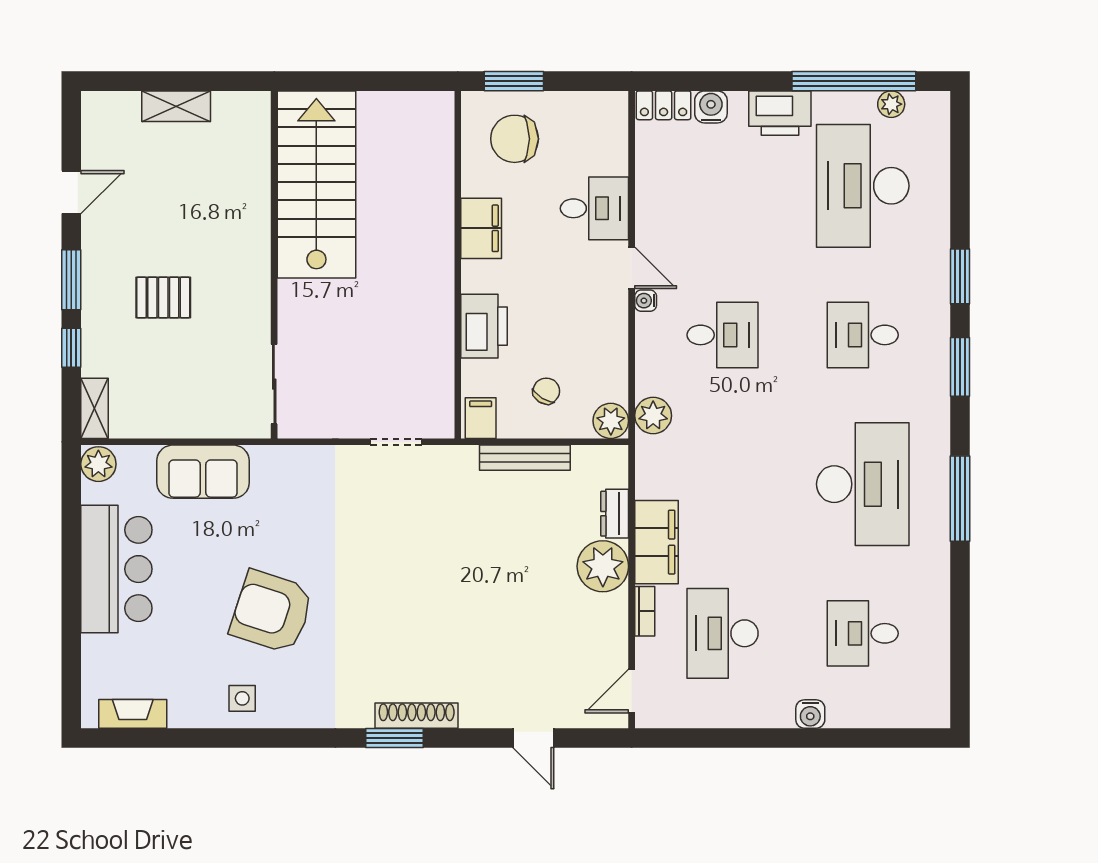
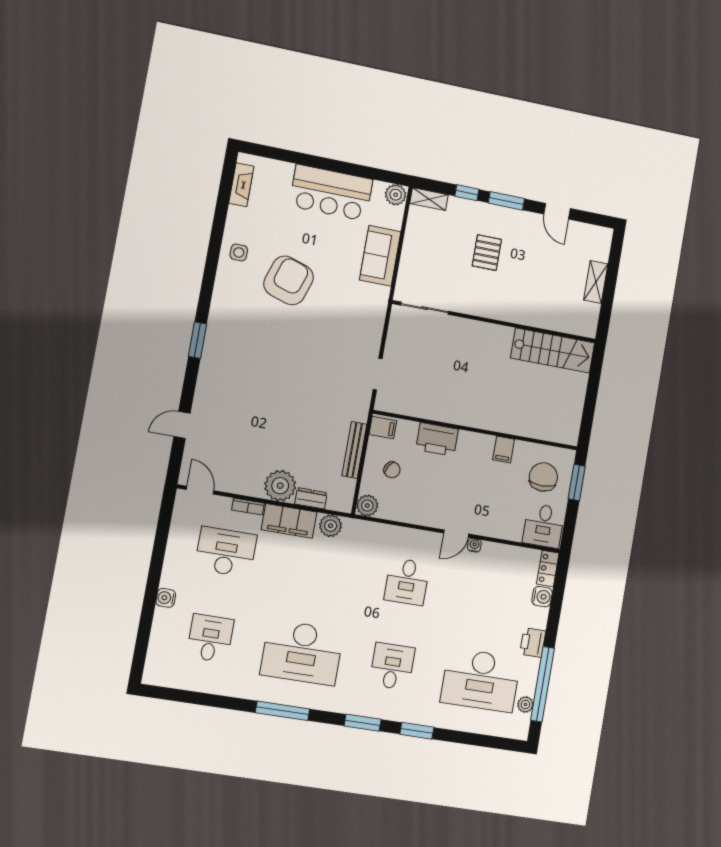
printer: (780, 113) -> (533, 643), width x0.73, depth x0.84
stairs: (316, 184) -> (553, 350), width x0.73, depth x0.66
desk: (863, 186) -> (481, 680), turned 180
desk: (594, 208) -> (544, 526), moved
filing cabinet: (481, 228) -> (504, 450), width x0.50
water cooler: (646, 301) -> (474, 545), moved
plant: (653, 416) -> (331, 526), moved
shoe rack: (417, 716) -> (209, 356), removed

